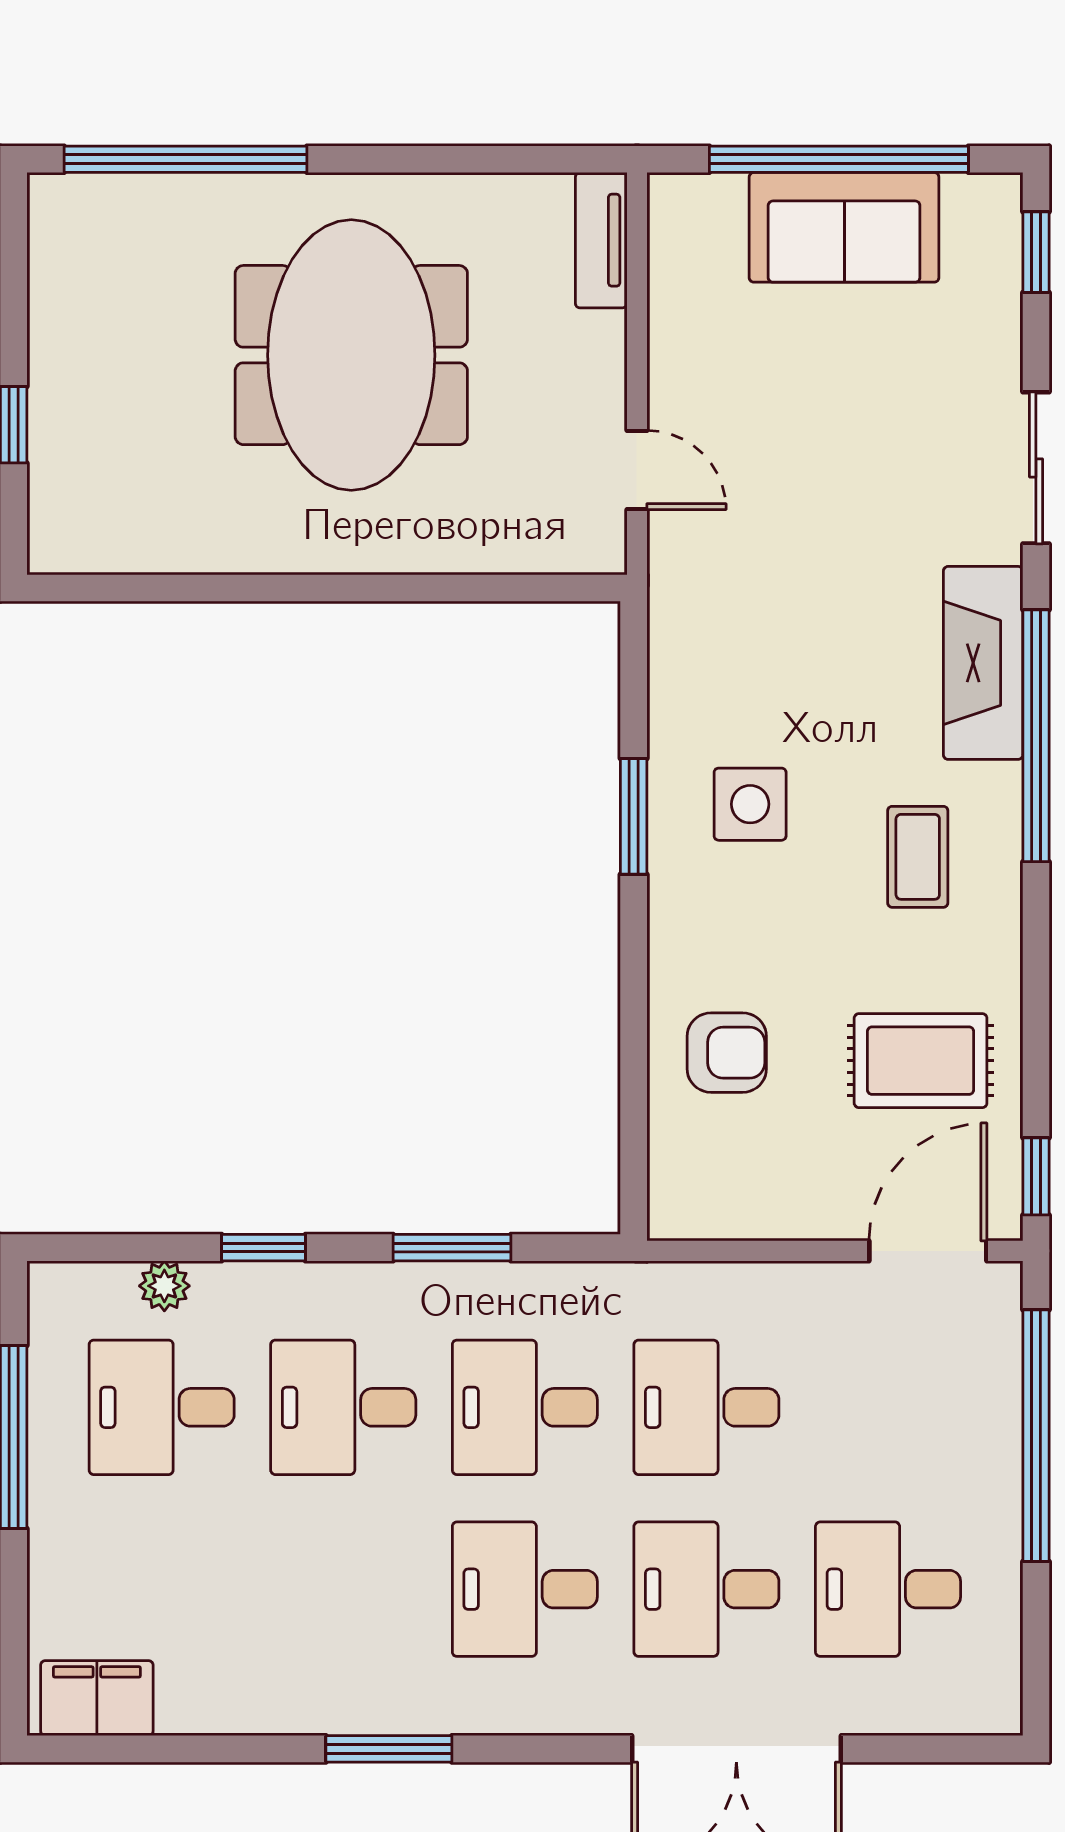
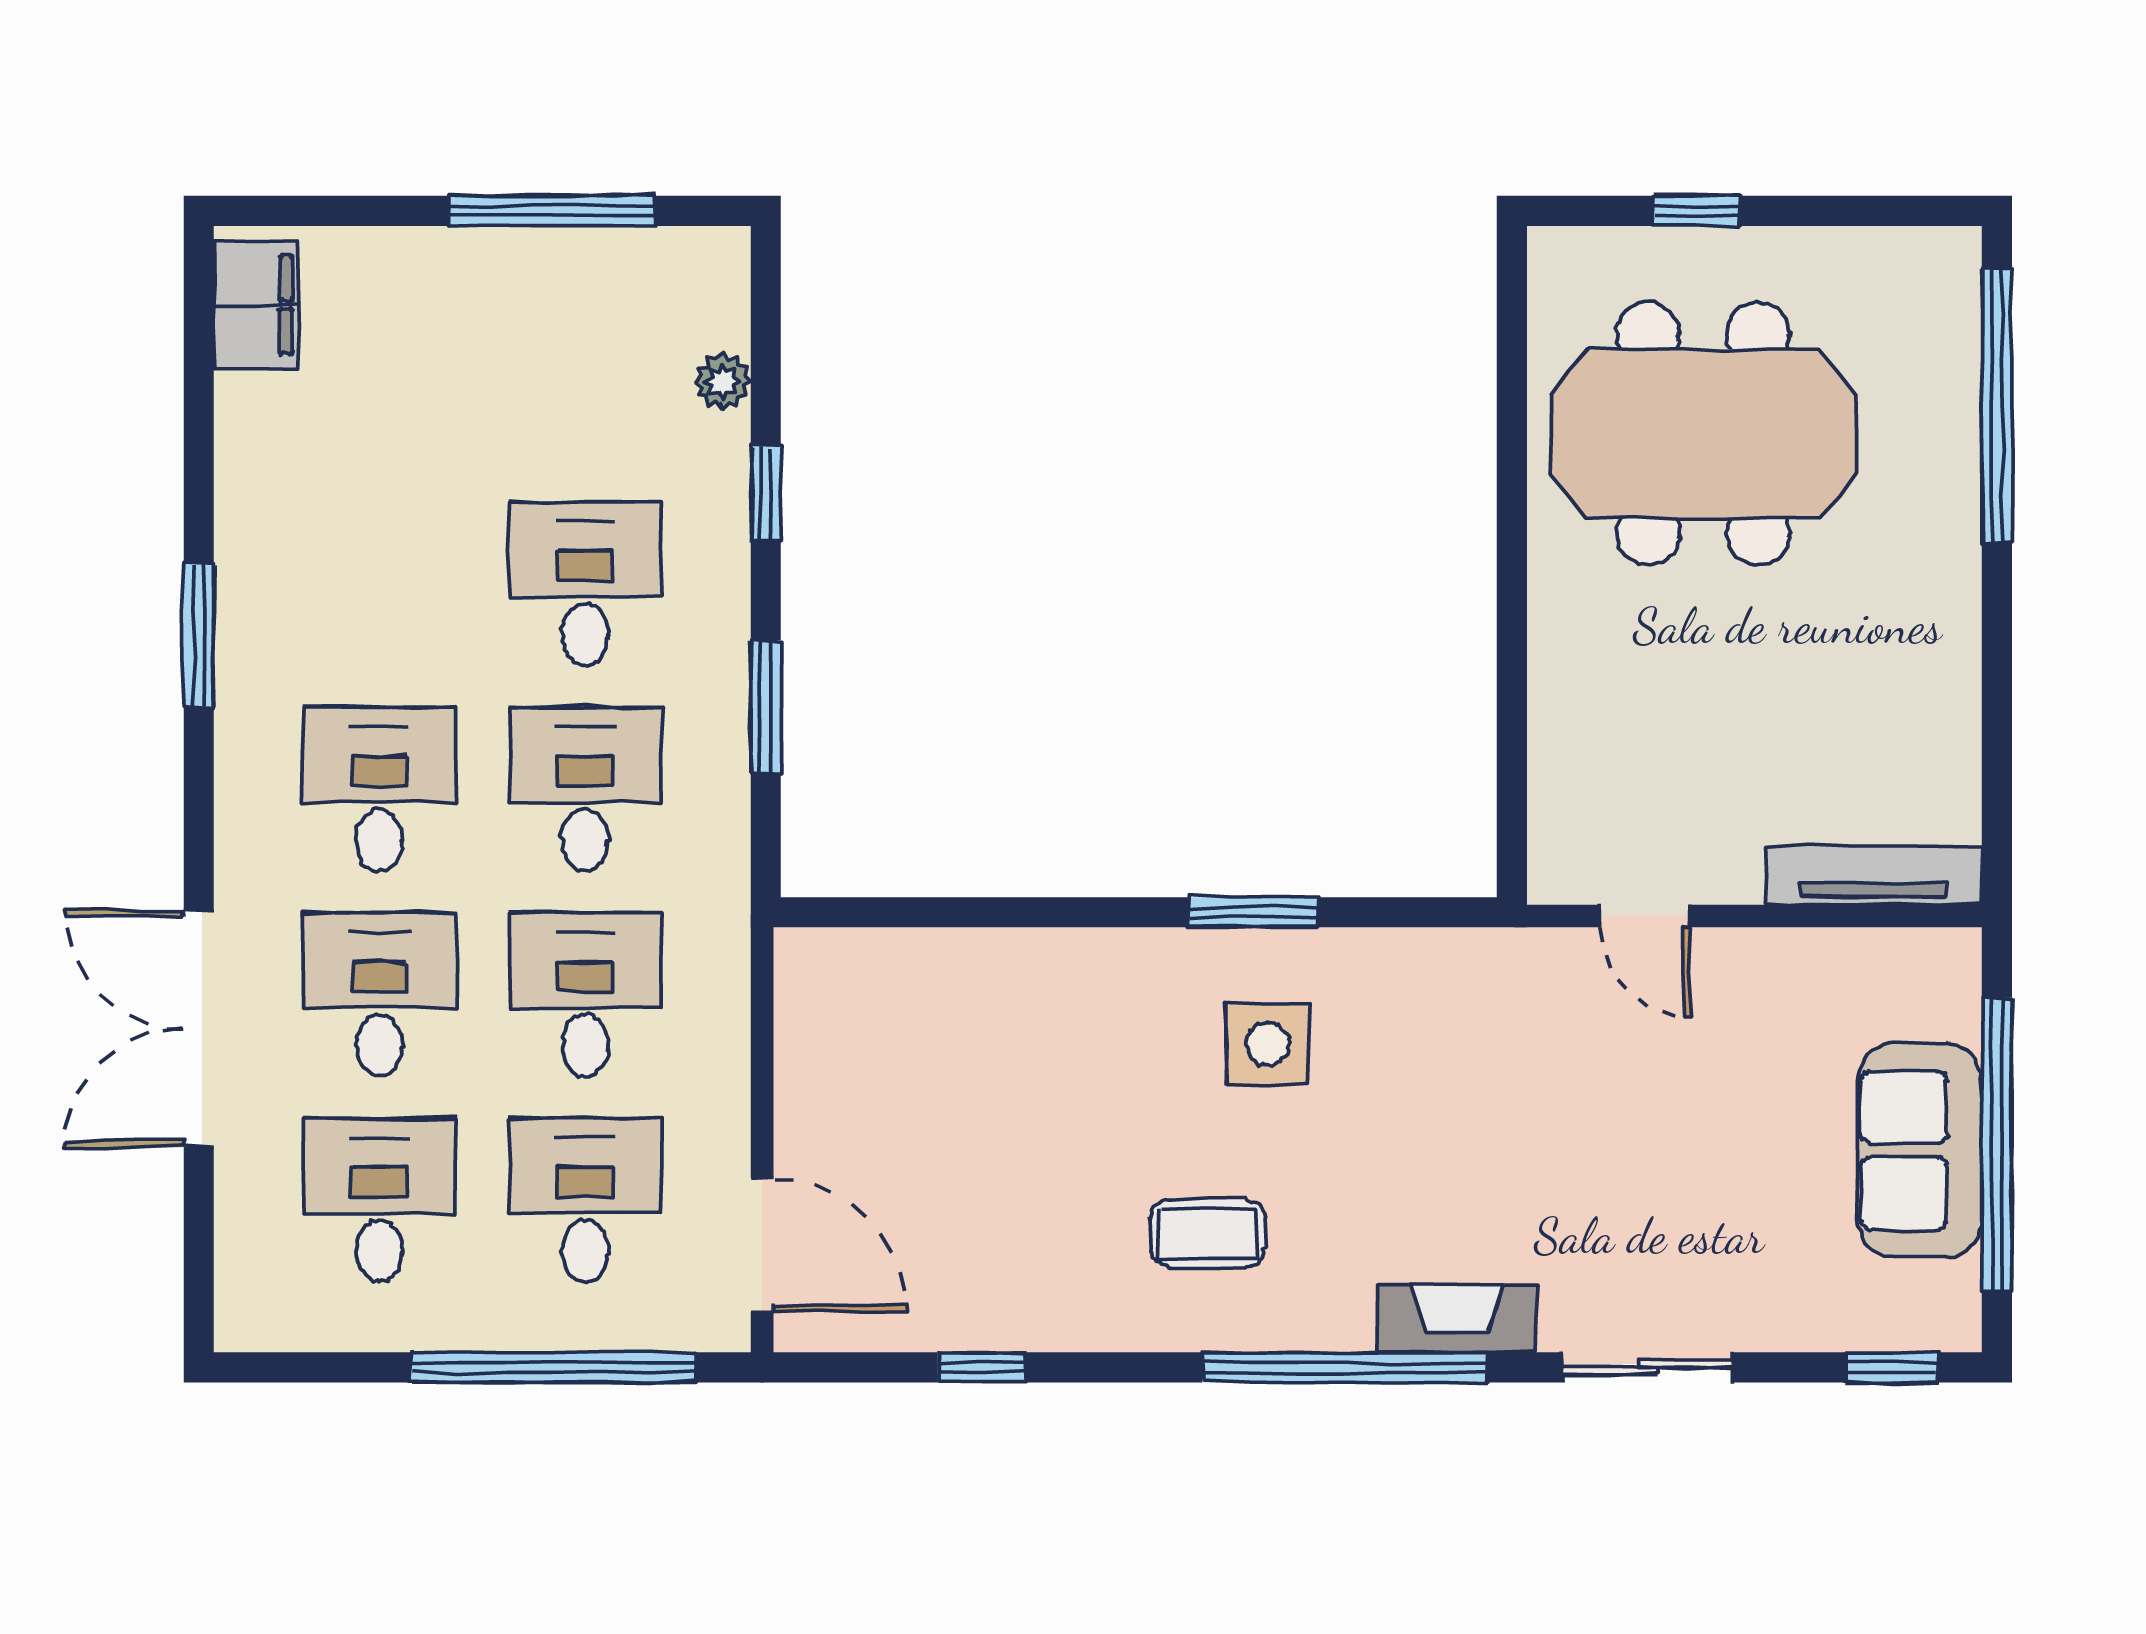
tv unit: (601, 240) -> (1874, 875), width x1.41
meeting table: (351, 355) -> (1703, 434), moved
door: (637, 470) -> (1645, 916), hinge flipped
fireplace: (983, 663) -> (1457, 1318), width x0.73, depth x0.76
armchair: (727, 1053) -> (986, 1018), removed
rug: (921, 1061) -> (977, 1237), removed
window: (1036, 1176) -> (981, 1367), moved
desk: (162, 1407) -> (585, 1200), moved

